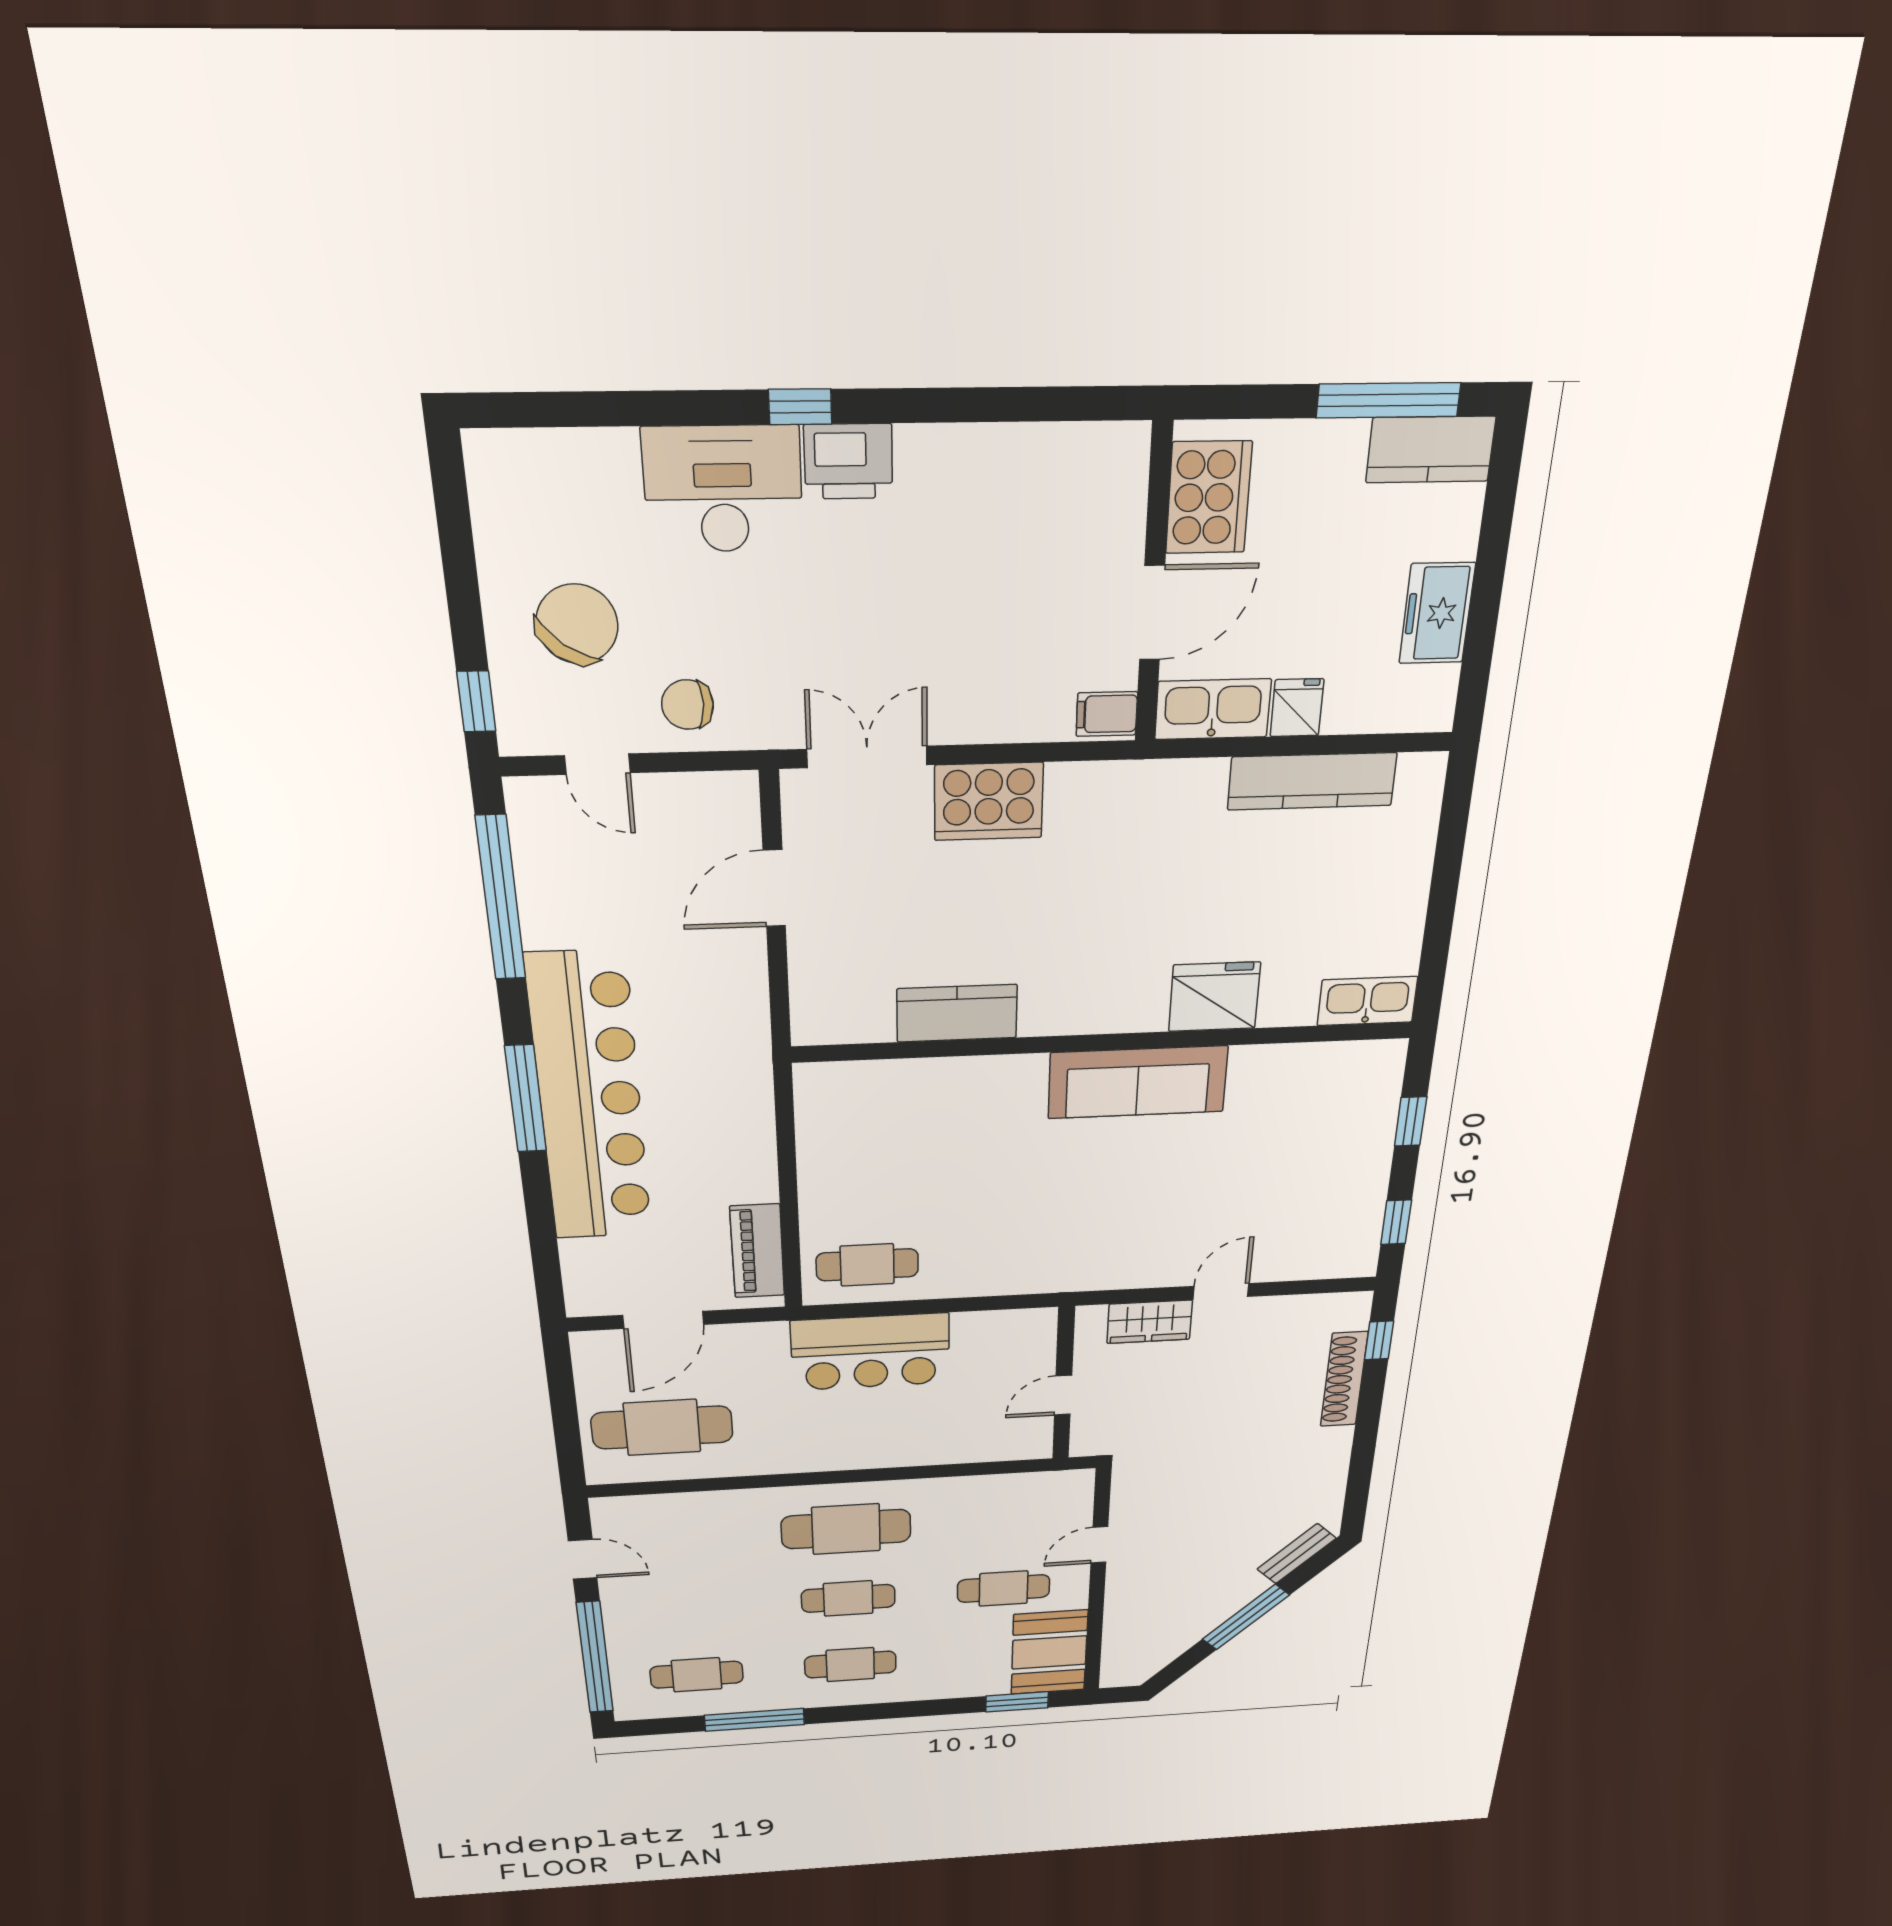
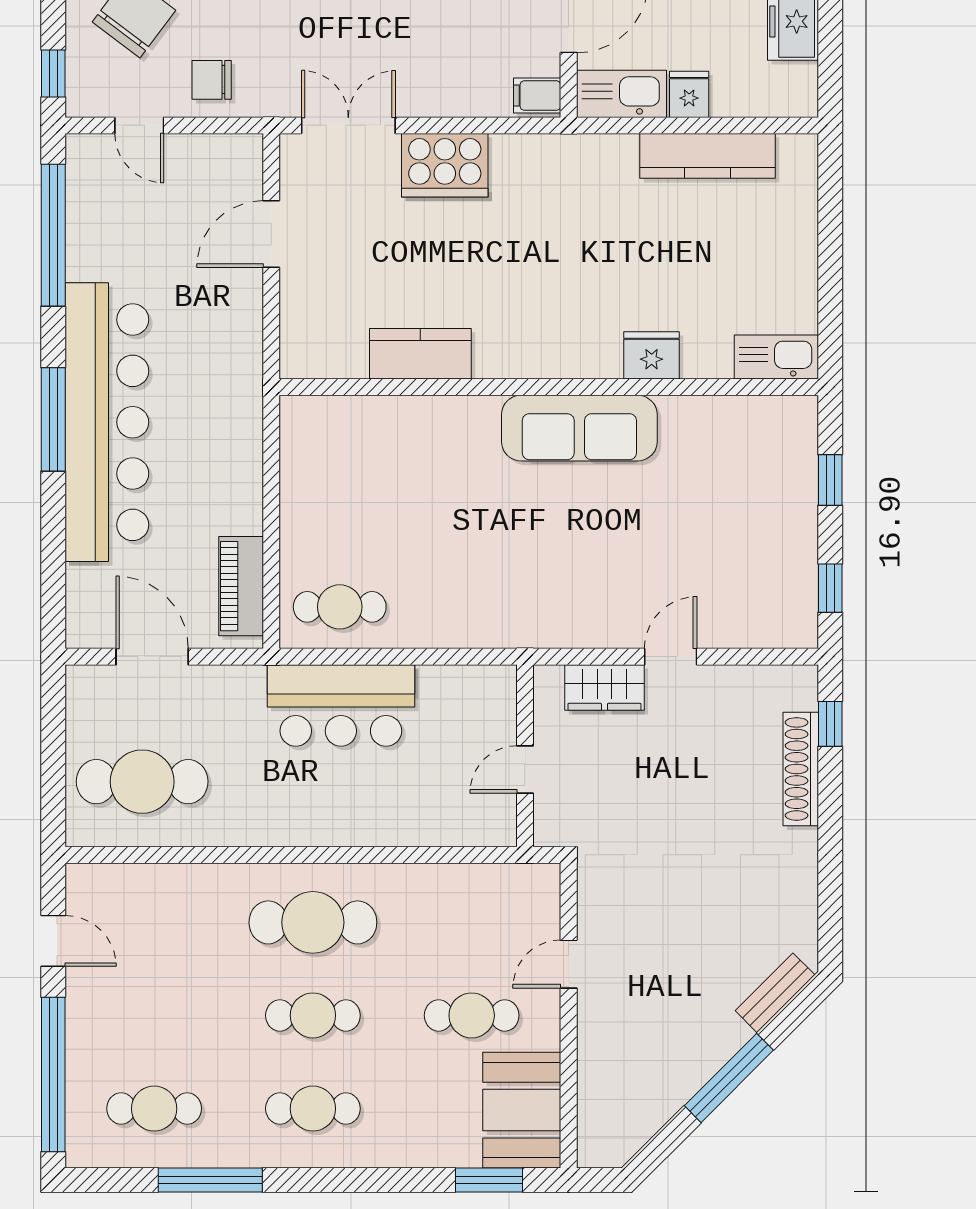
fridge: (1214, 997) -> (652, 355), width x0.73, depth x0.75
door: (663, 1320) -> (152, 657), swing flipped

